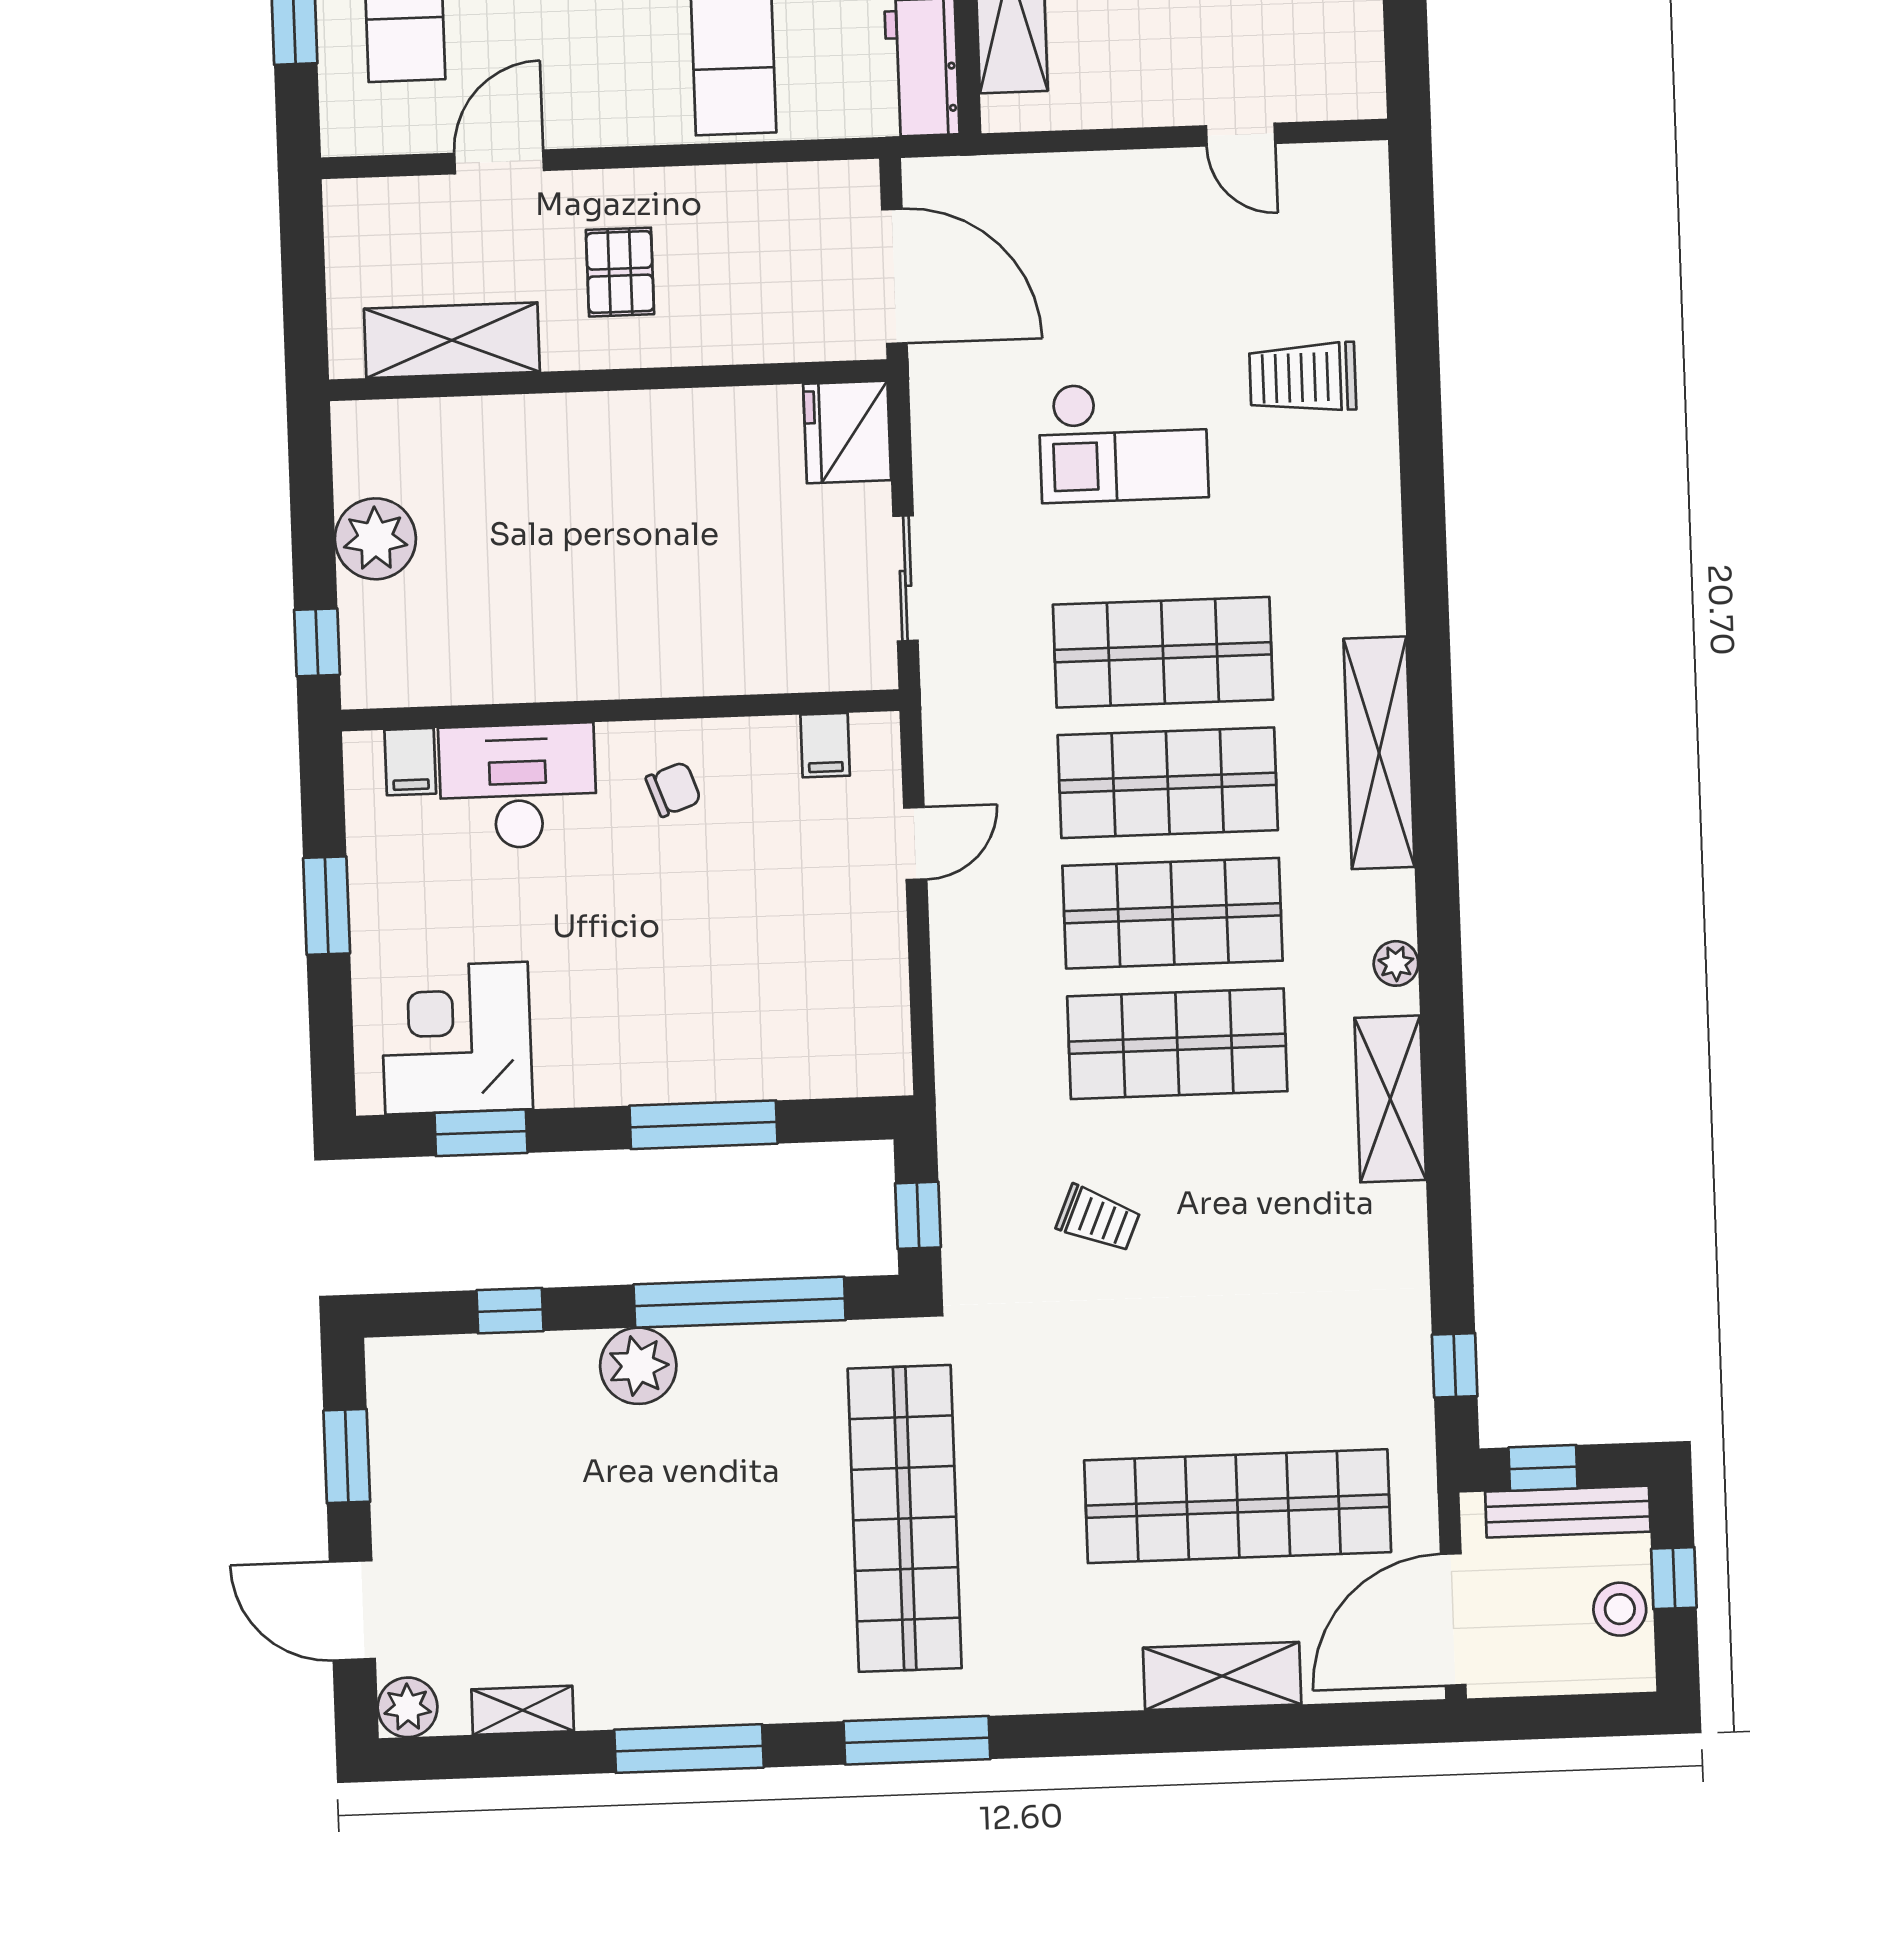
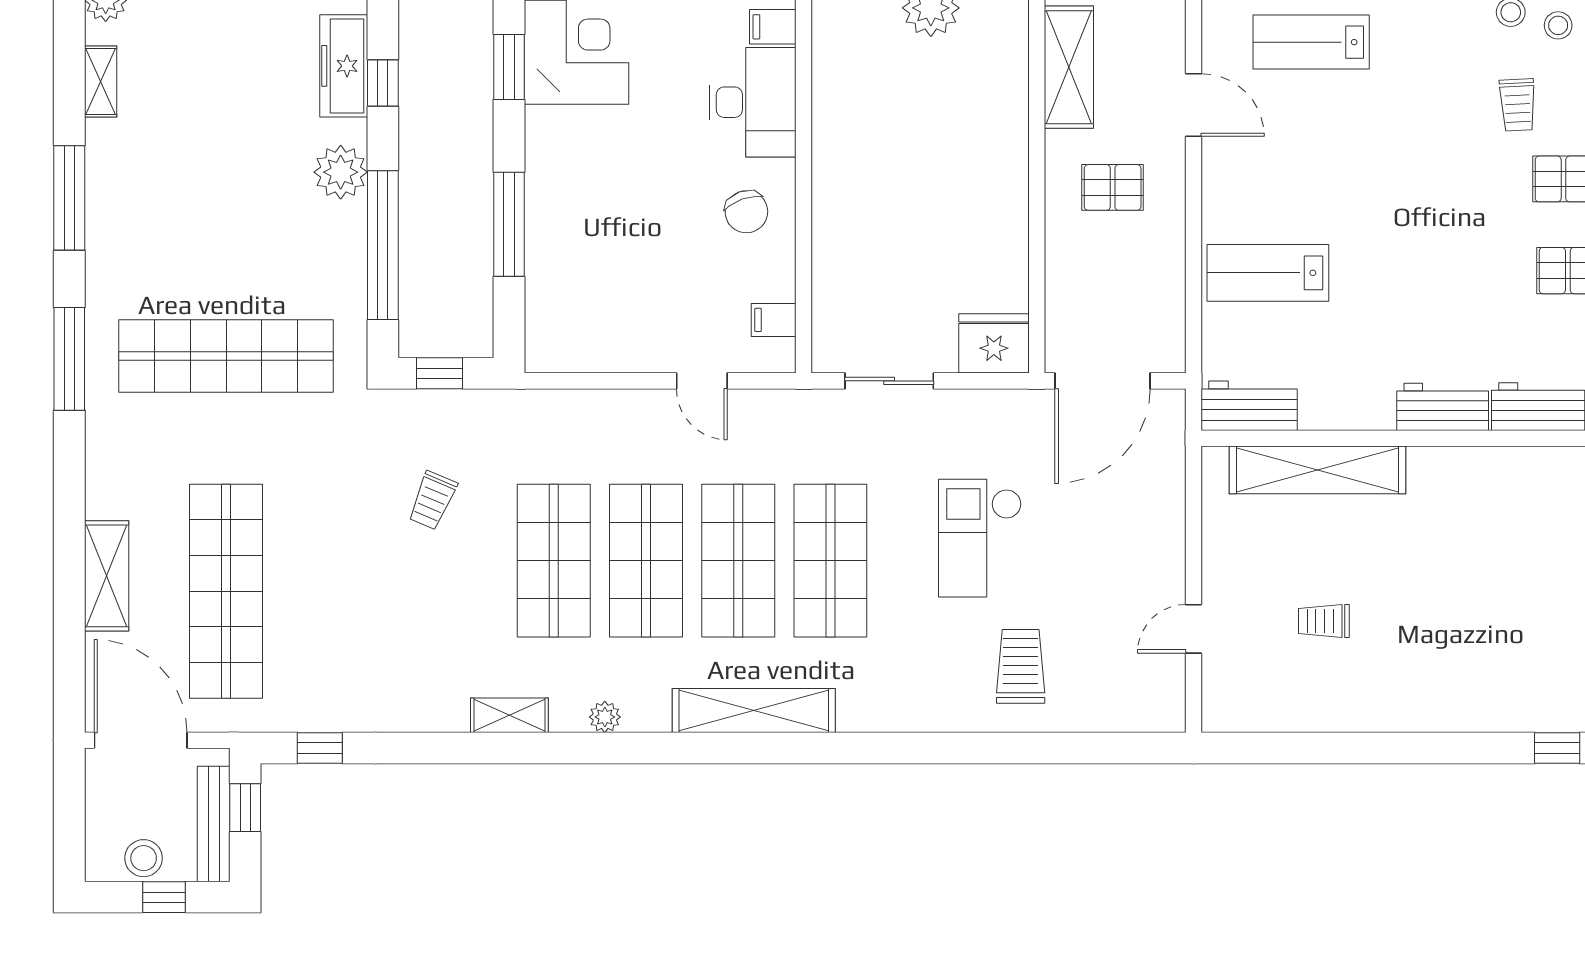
chair: (673, 789) -> (746, 212), width x1.37, depth x1.37
shelving: (1390, 1099) -> (509, 715), width x0.67, depth x0.75
freezer: (488, 1367) -> (344, 66), added

